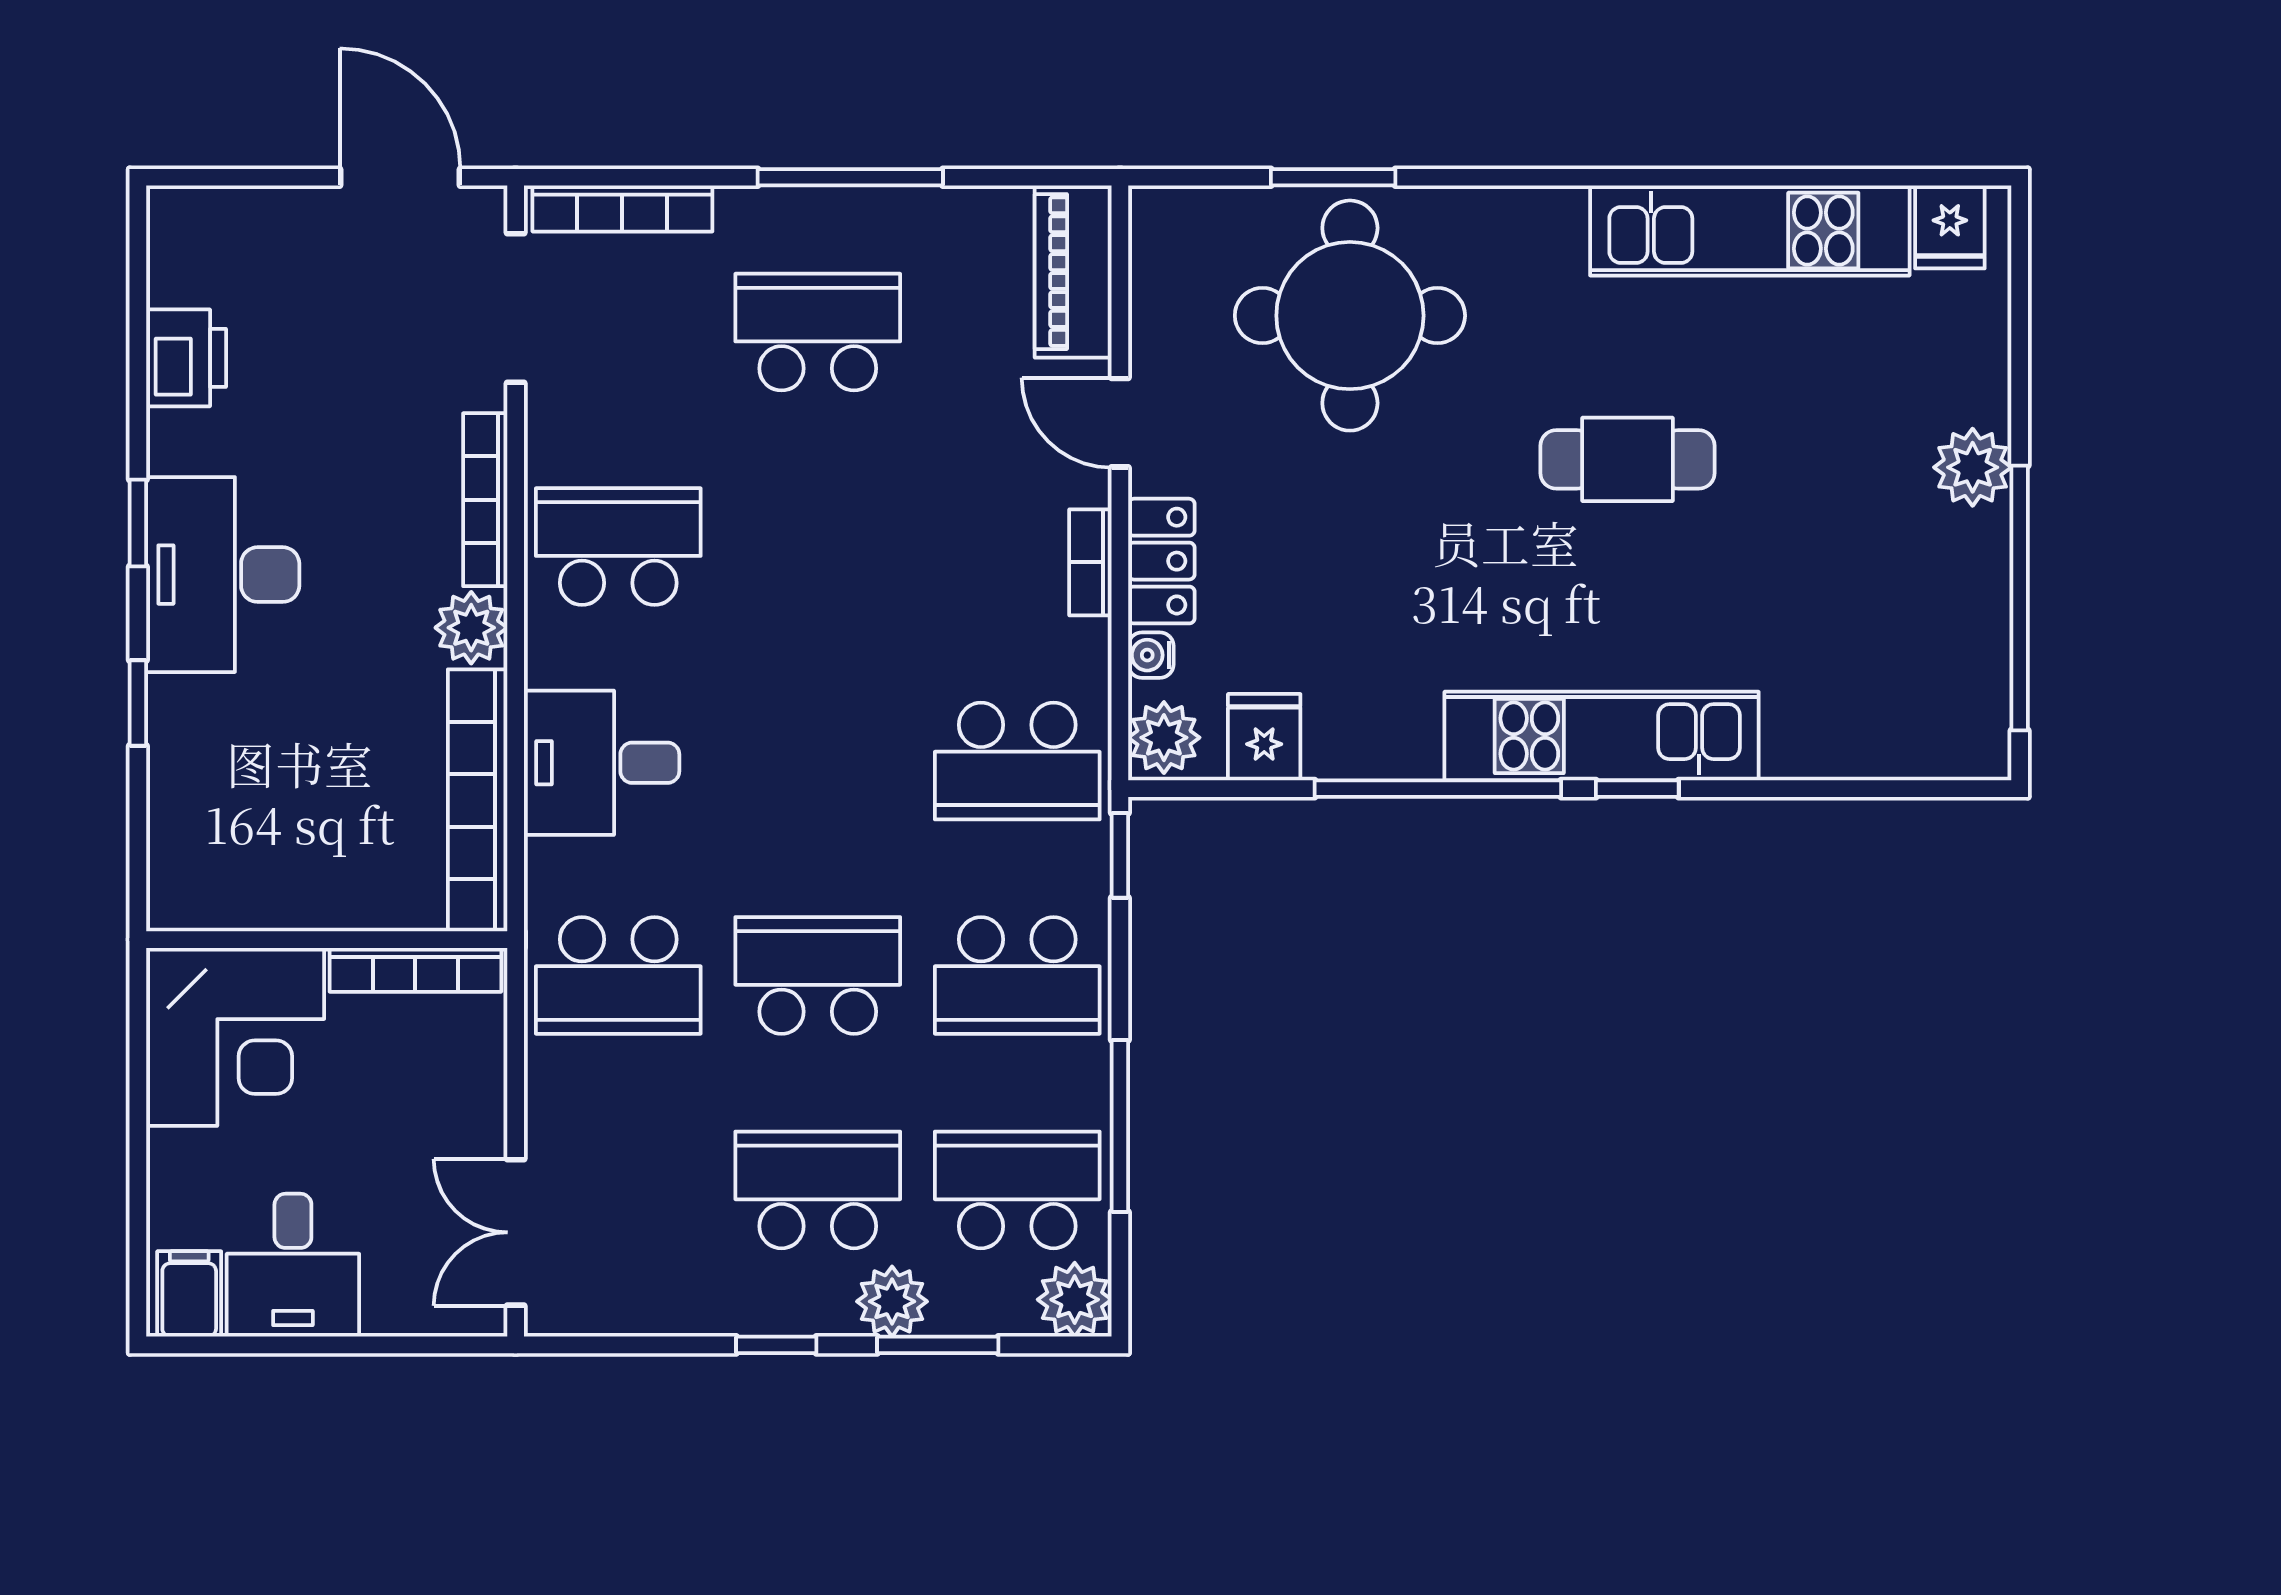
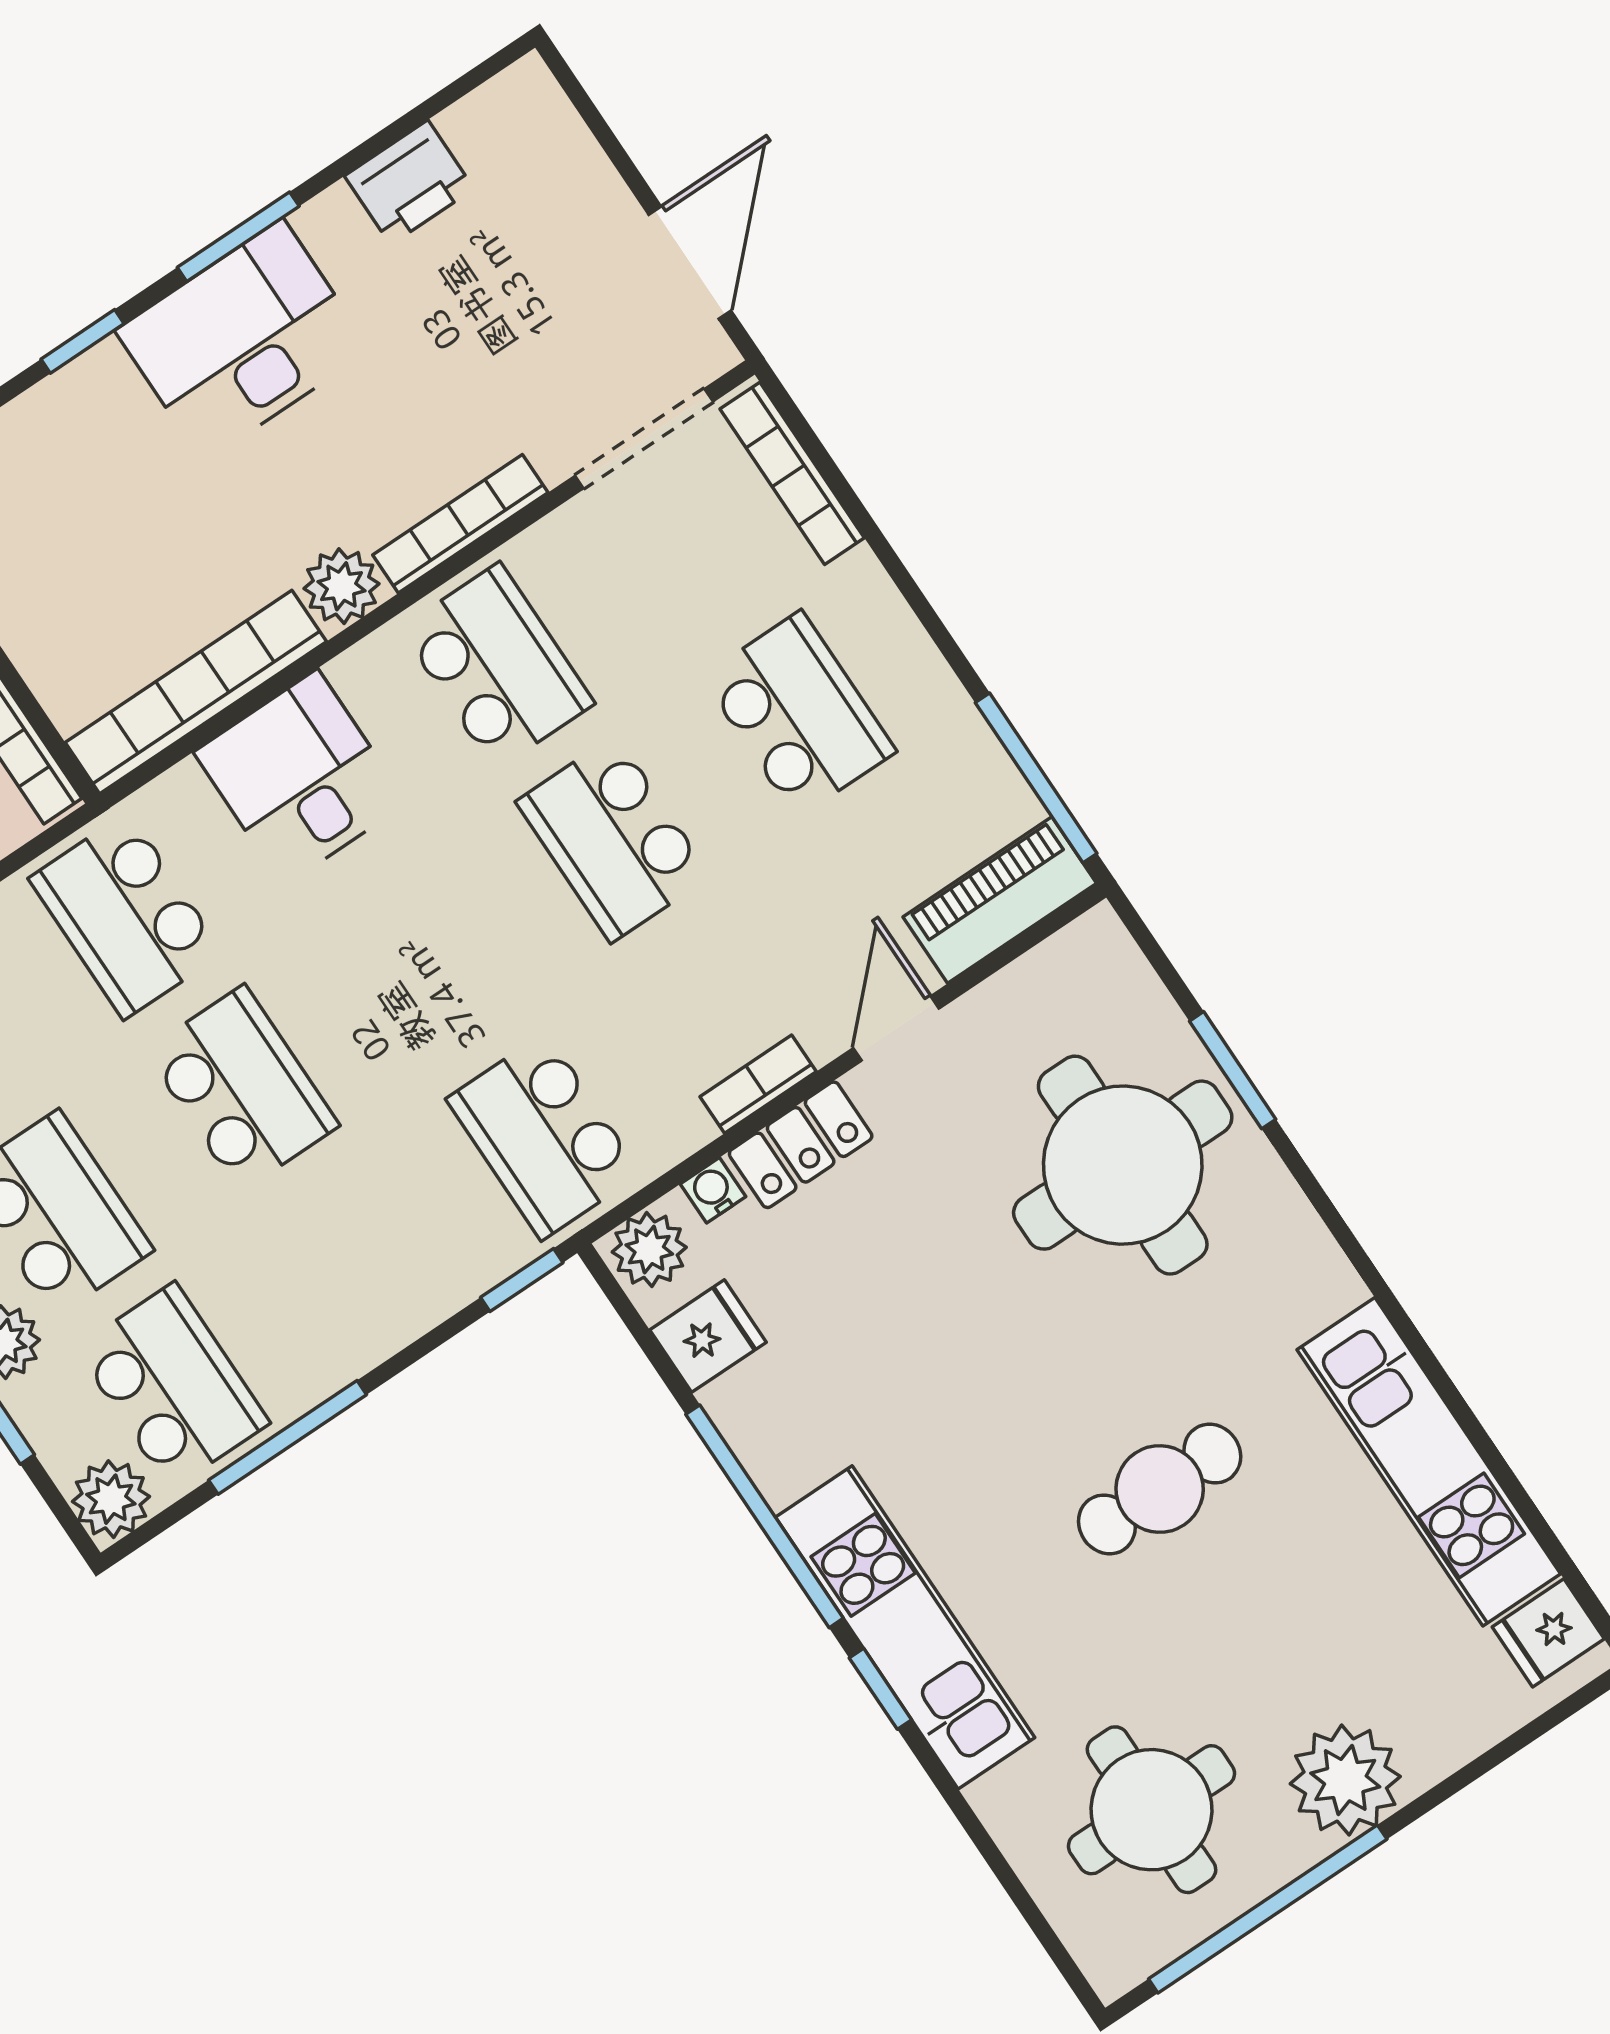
window: (850, 177) -> (1036, 778), moved
cafe table: (1627, 459) -> (1160, 1489), turned 90
plant: (1973, 467) -> (1345, 1780), width x1.36, depth x1.36
window: (138, 523) -> (238, 237), width x1.50
round table: (1878, 637) -> (1151, 1810), added
school desk: (1017, 975) -> (613, 839), moved

